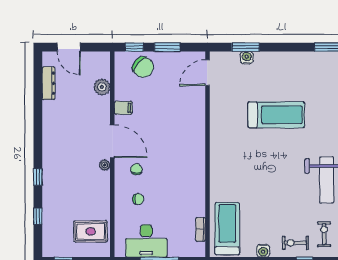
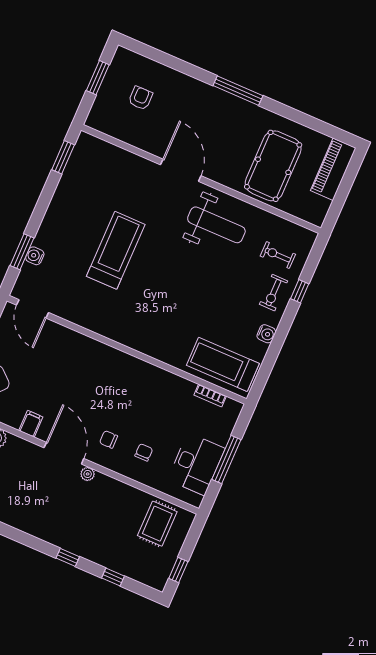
door: (112, 141) -> (64, 453), hinge flipped

